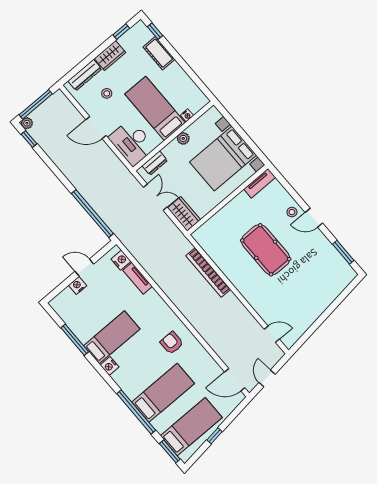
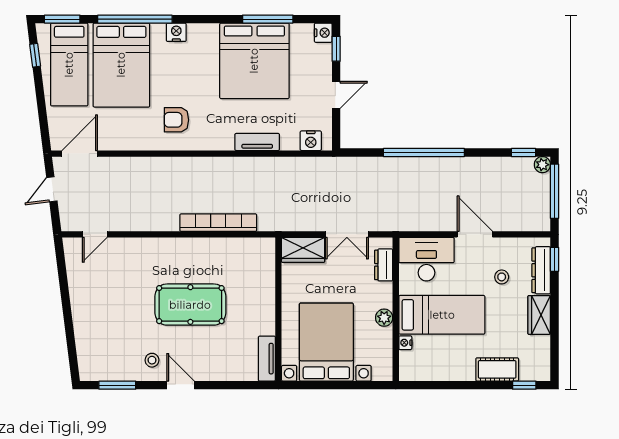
window: (121, 32) -> (554, 259), moved
door: (96, 128) -> (475, 234), hinge flipped
stool: (292, 212) -> (152, 360), moved
window: (92, 214) -> (424, 153), moved
door: (314, 218) -> (181, 385), hinge flipped
tv unit: (138, 278) -> (257, 142), moved
nightstand: (78, 285) -> (323, 33), moved
window: (59, 289) -> (336, 49), added
bed: (112, 337) -> (254, 61), width x2.04
armchair: (172, 343) -> (176, 120), turned 180
nightstand: (110, 366) -> (176, 32), moved
door: (267, 378) -> (52, 189), swing flipped
bed: (163, 393) -> (121, 65), width x1.50
window: (214, 436) -> (35, 55), moved

